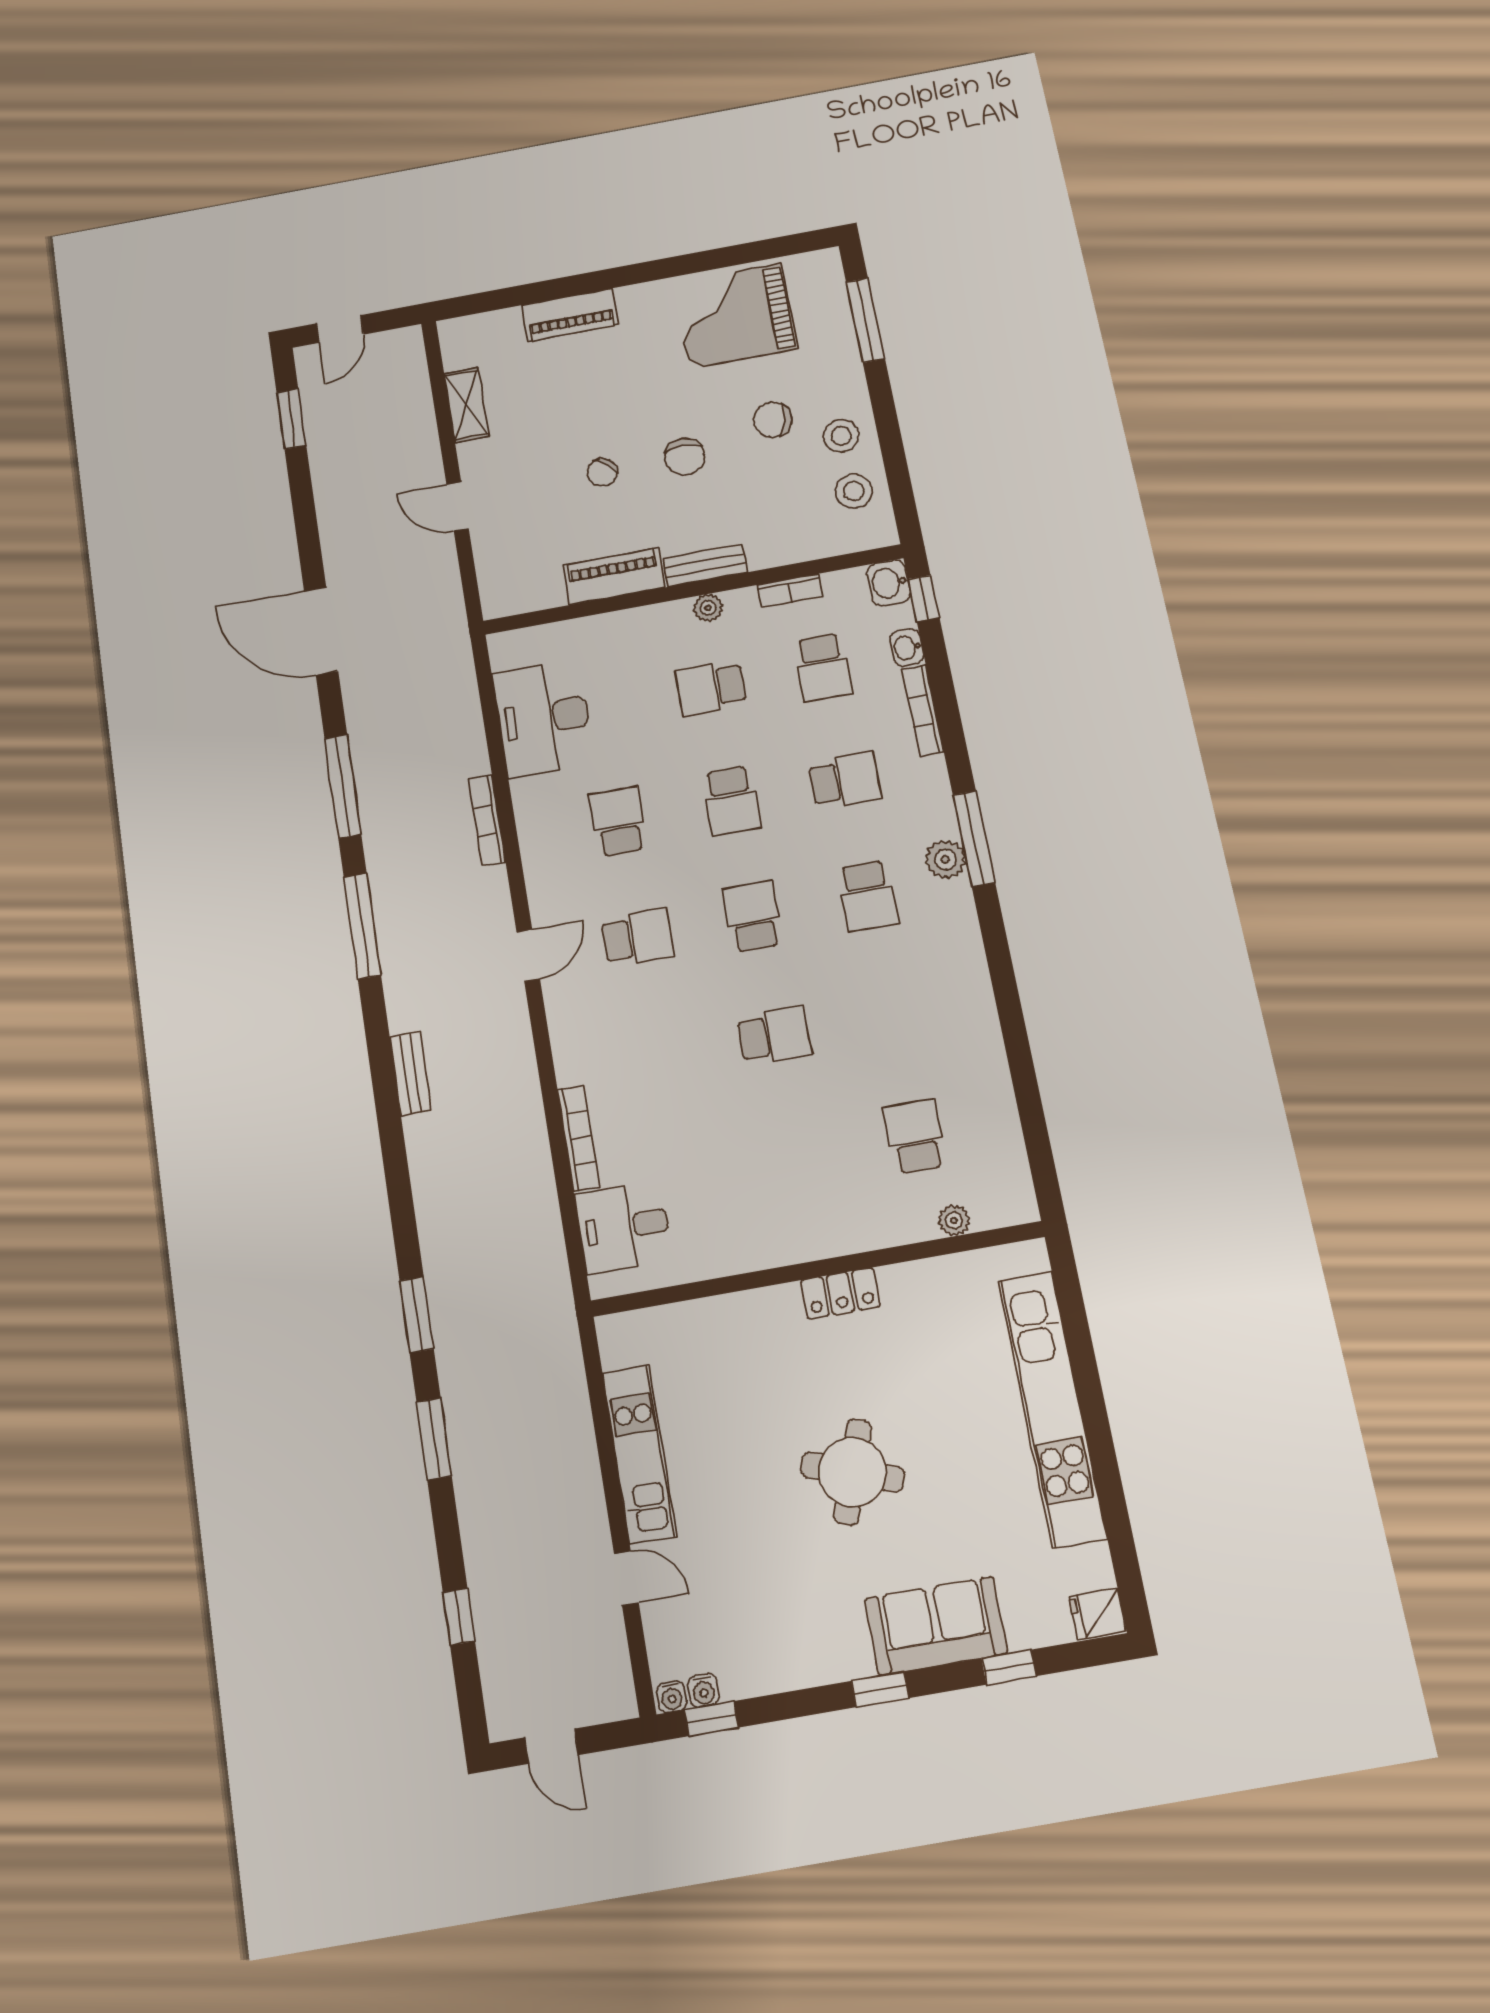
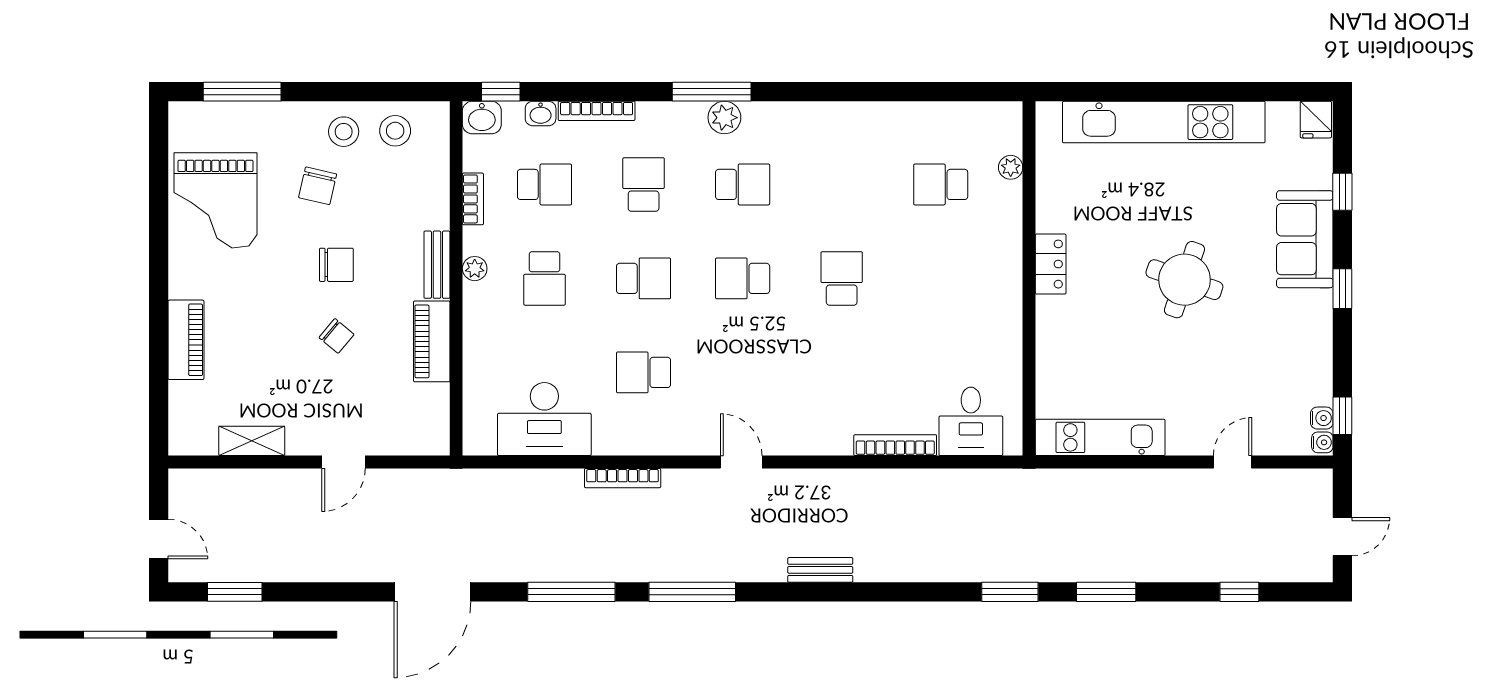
school desk: (638, 937) -> (743, 372), removed
kitchen unit: (639, 1454) -> (1100, 437), moved

